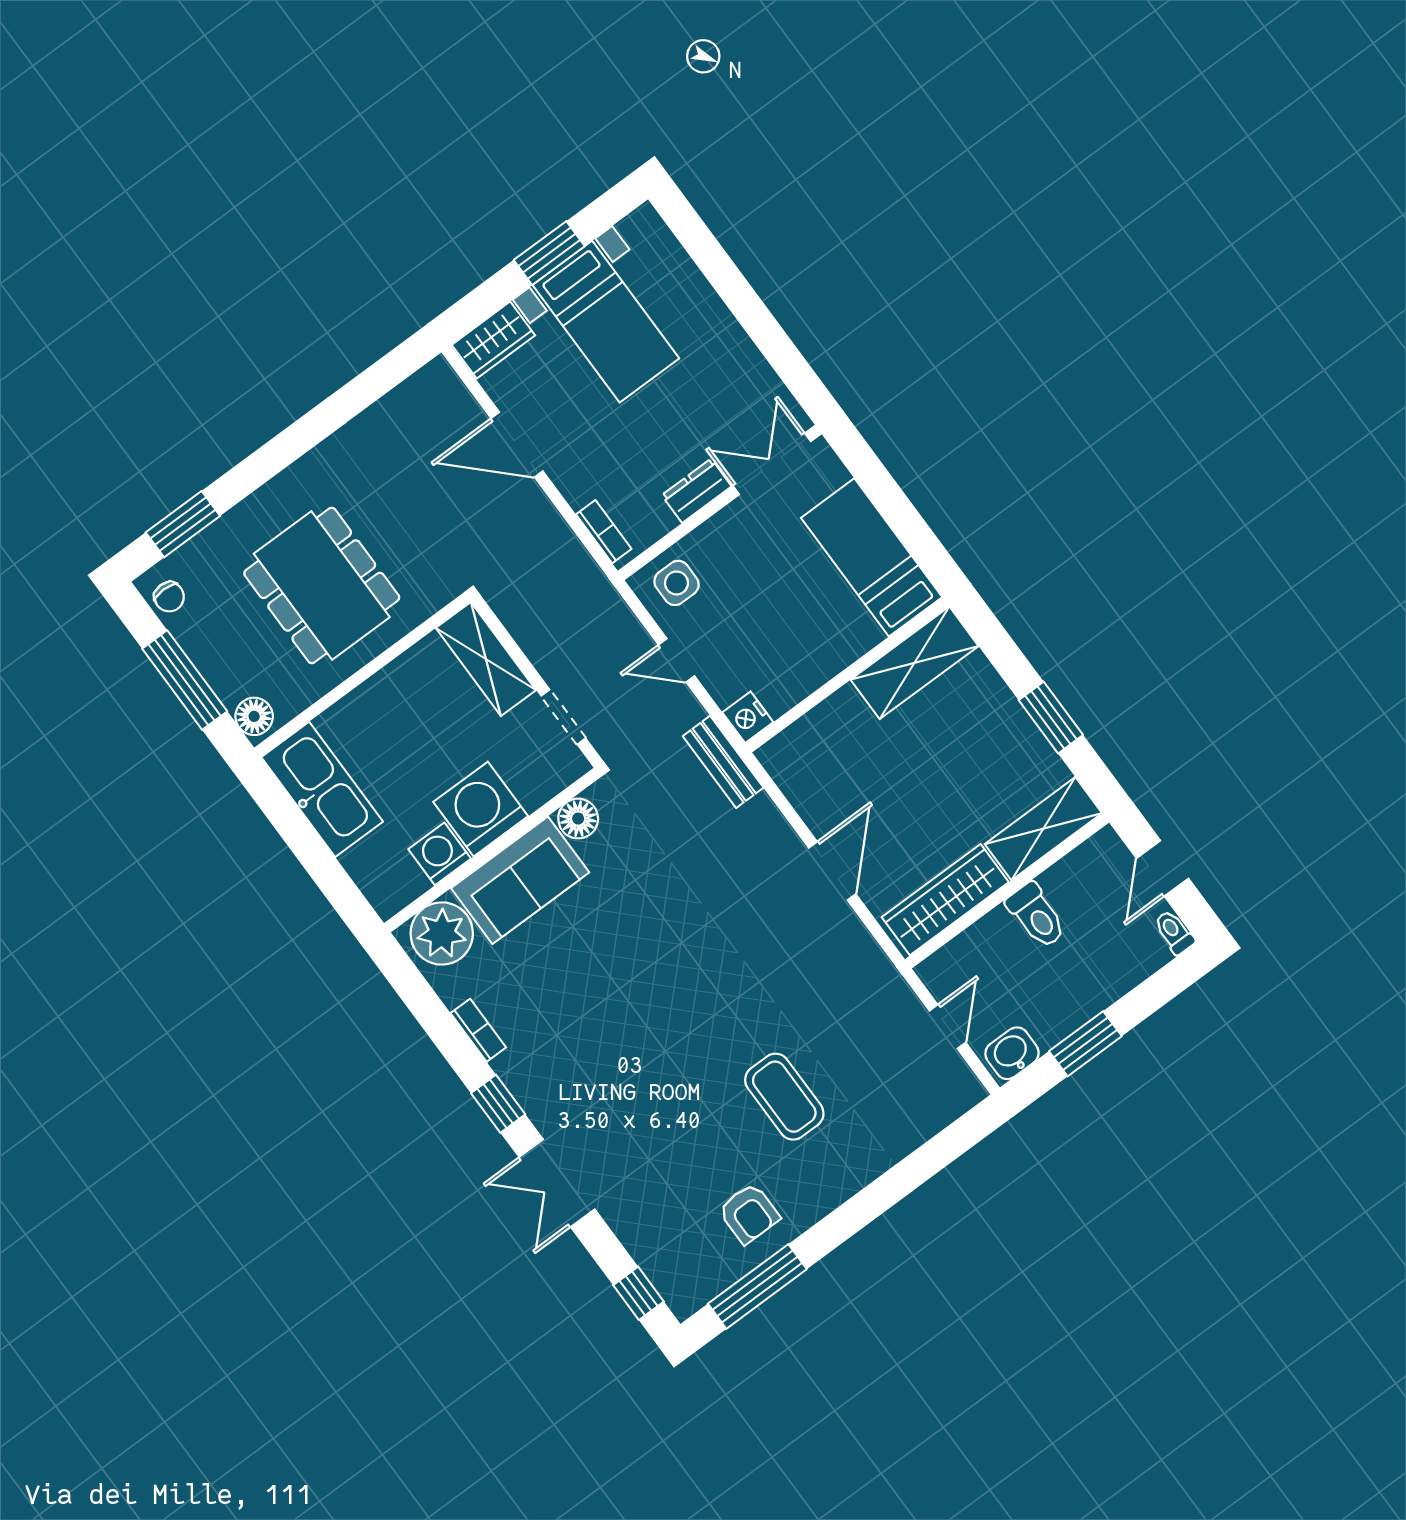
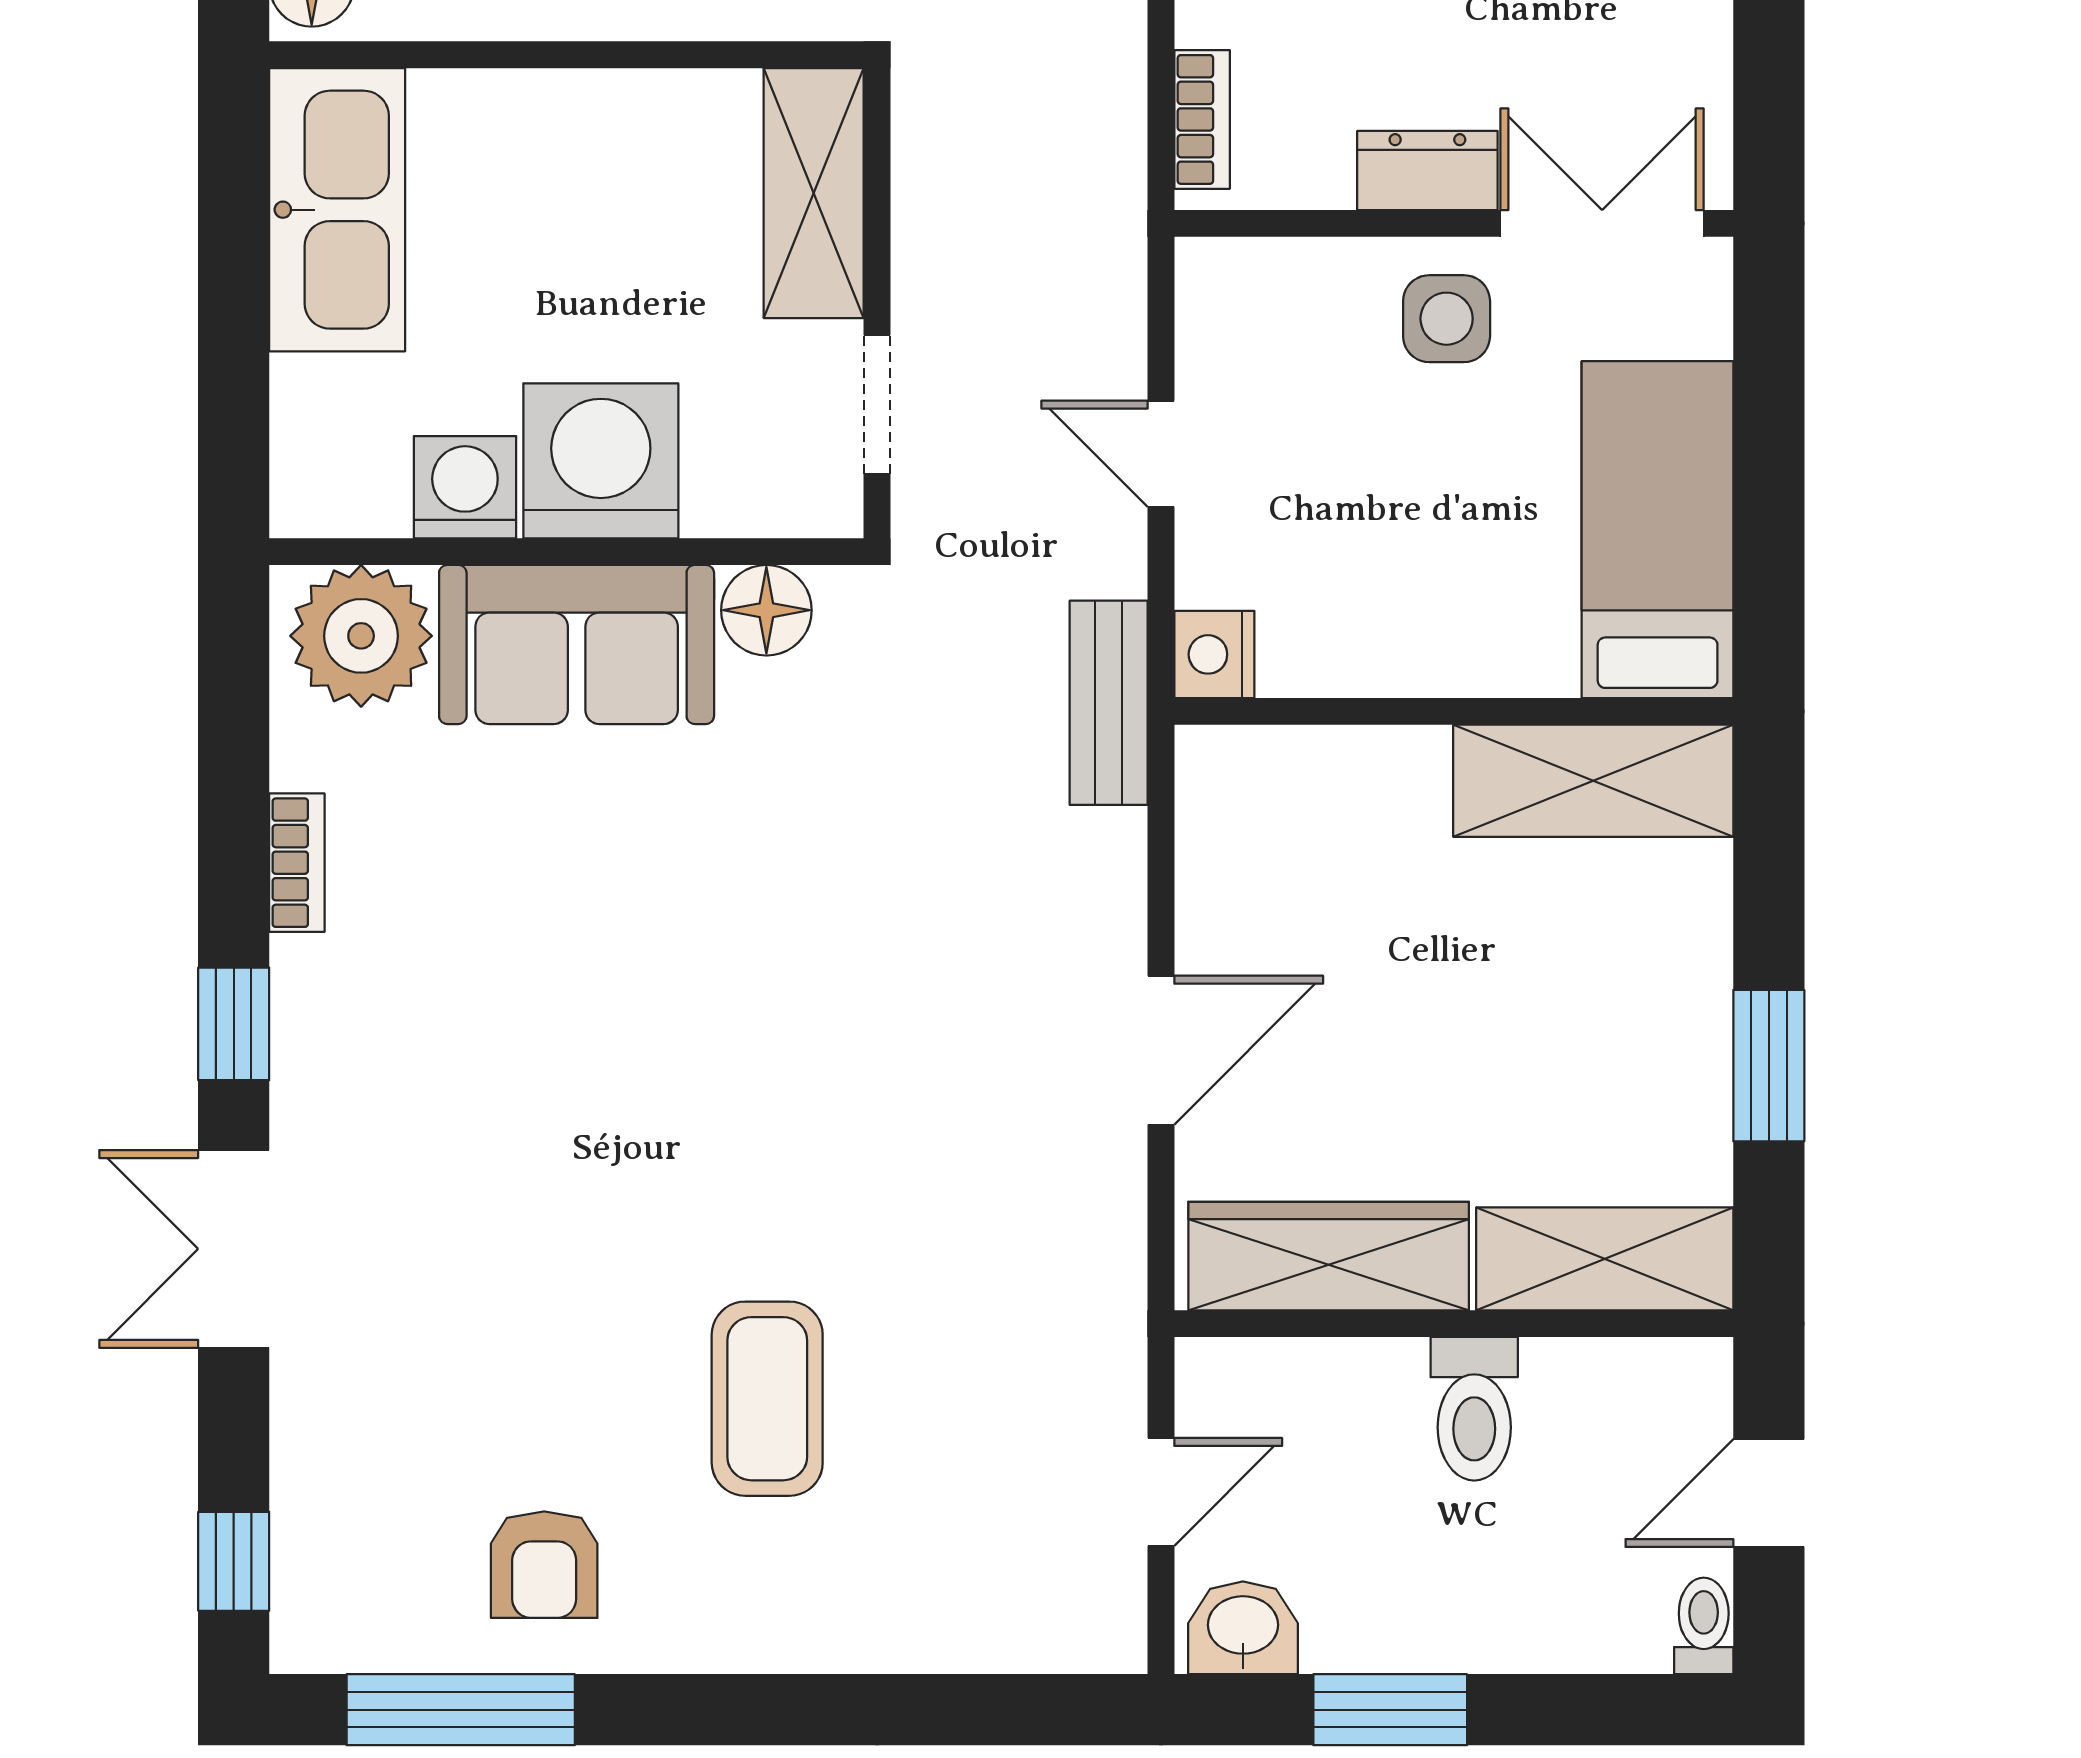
side table: (677, 583) -> (1447, 319), moved

